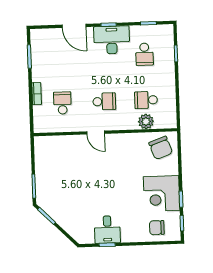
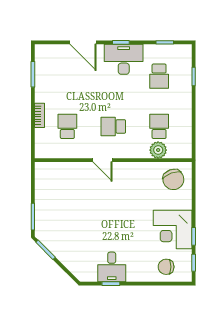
school desk: (146, 100) -> (159, 126), turned 90
school desk: (104, 101) -> (113, 126), turned 180

